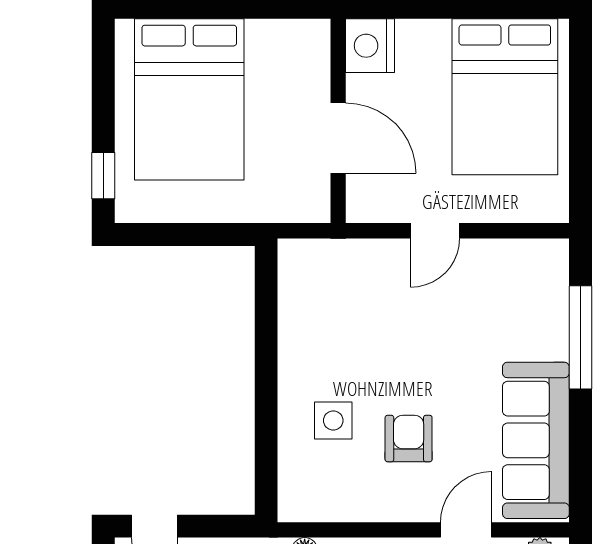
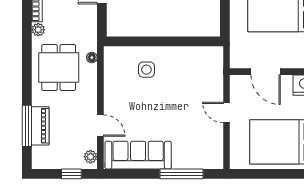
door: (338, 138) -> (266, 72), hinge flipped
armchair: (409, 439) -> (139, 101), removed

